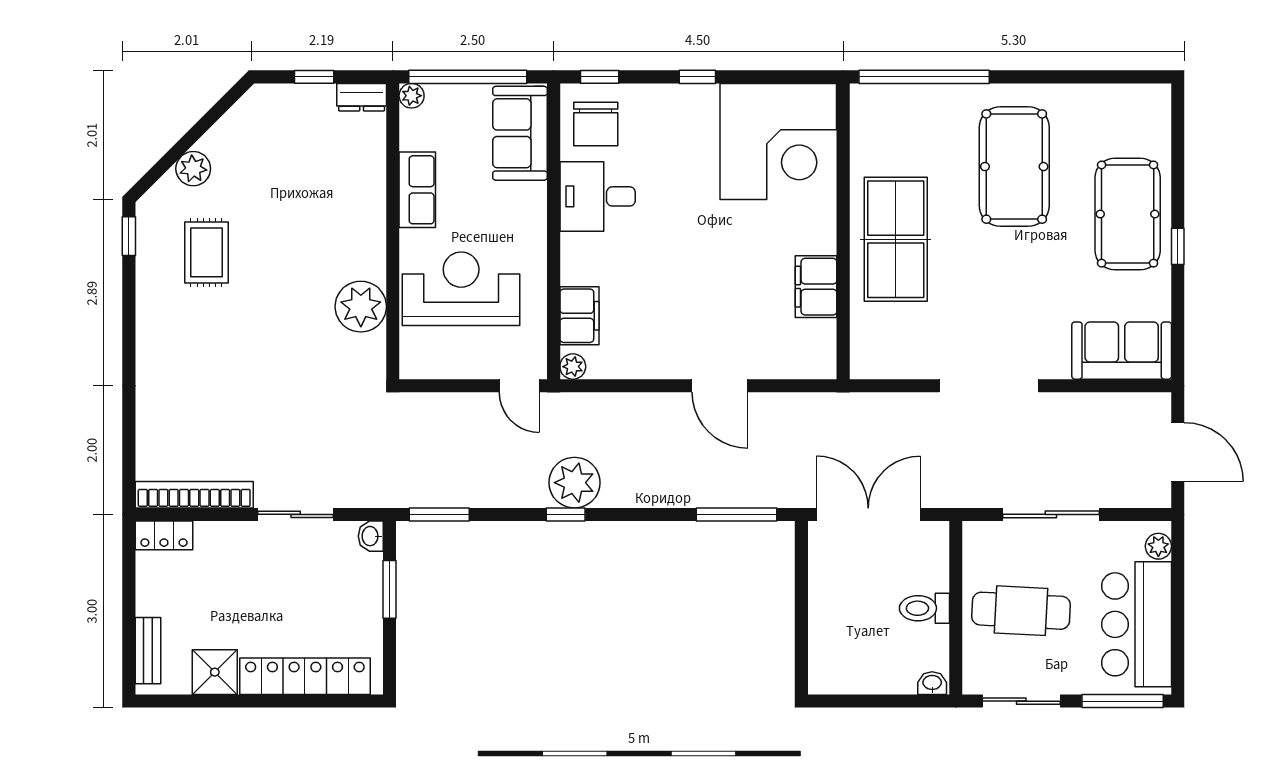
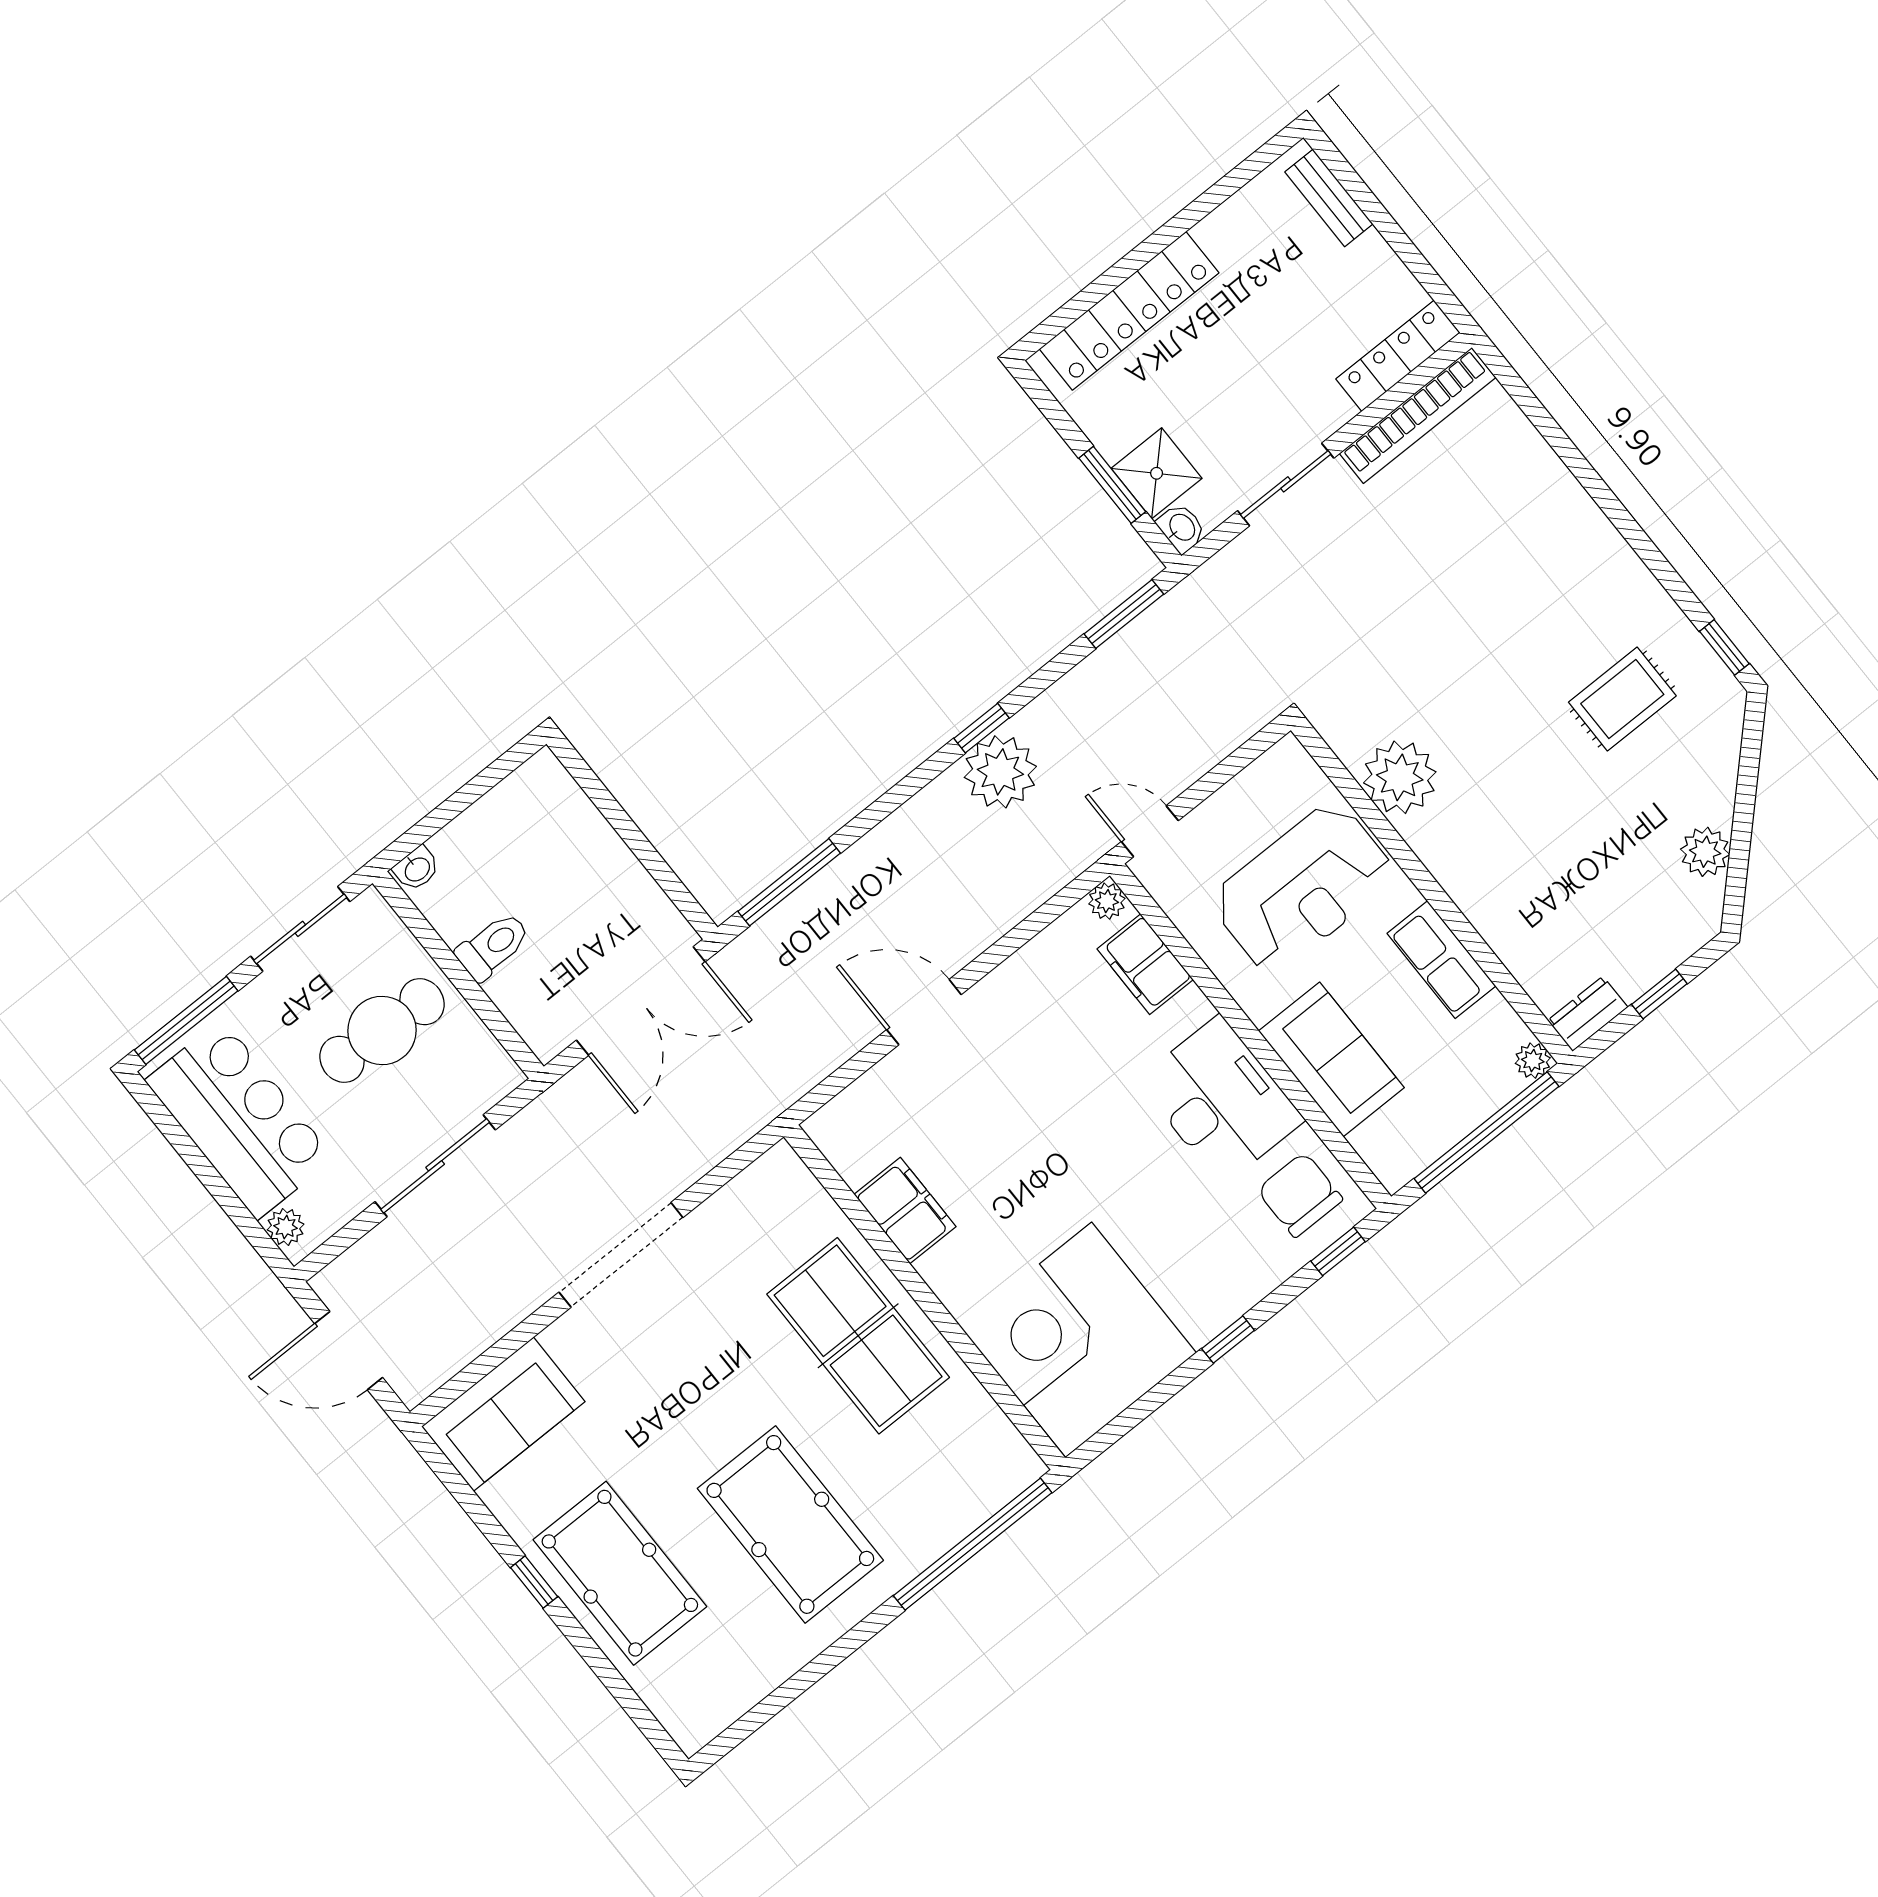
sofa: (520, 133) -> (1331, 1059), moved
plant: (193, 169) -> (1705, 852), moved
desk: (598, 196) -> (1221, 1100), width x1.37
rug: (206, 252) -> (1622, 699), turned 90
locker: (164, 535) -> (1398, 356), width x1.53
shower: (215, 672) -> (1157, 473), moved

